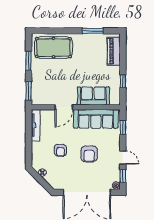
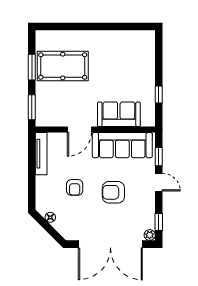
window: (93, 31) -> (118, 27), removed
pool table: (53, 48) -> (63, 66), moved
piano: (114, 51) -> (147, 54), removed
armchair: (89, 154) -> (113, 192), turned 90
door: (123, 158) -> (159, 182), moved

